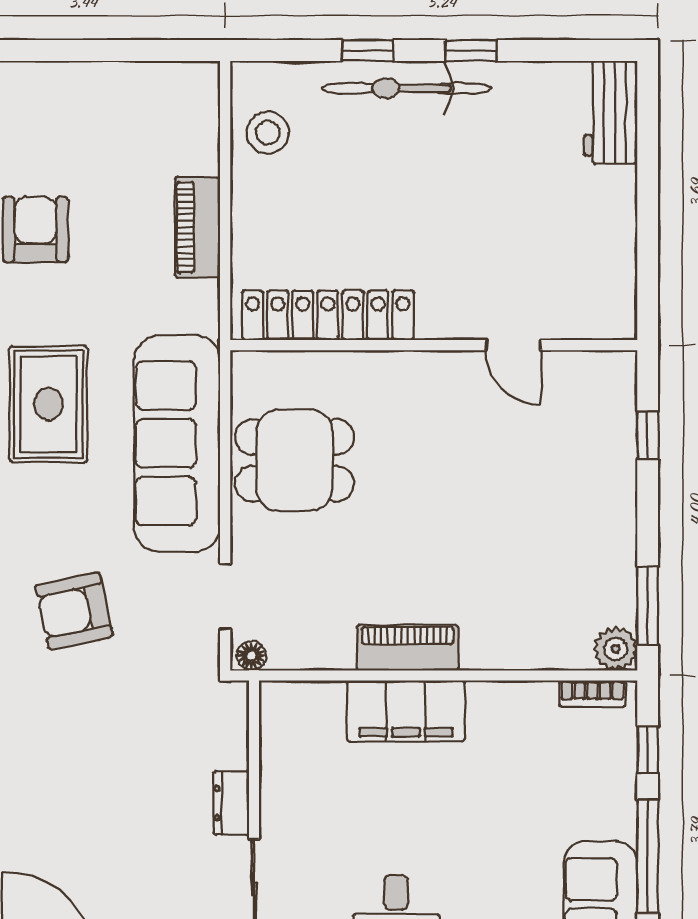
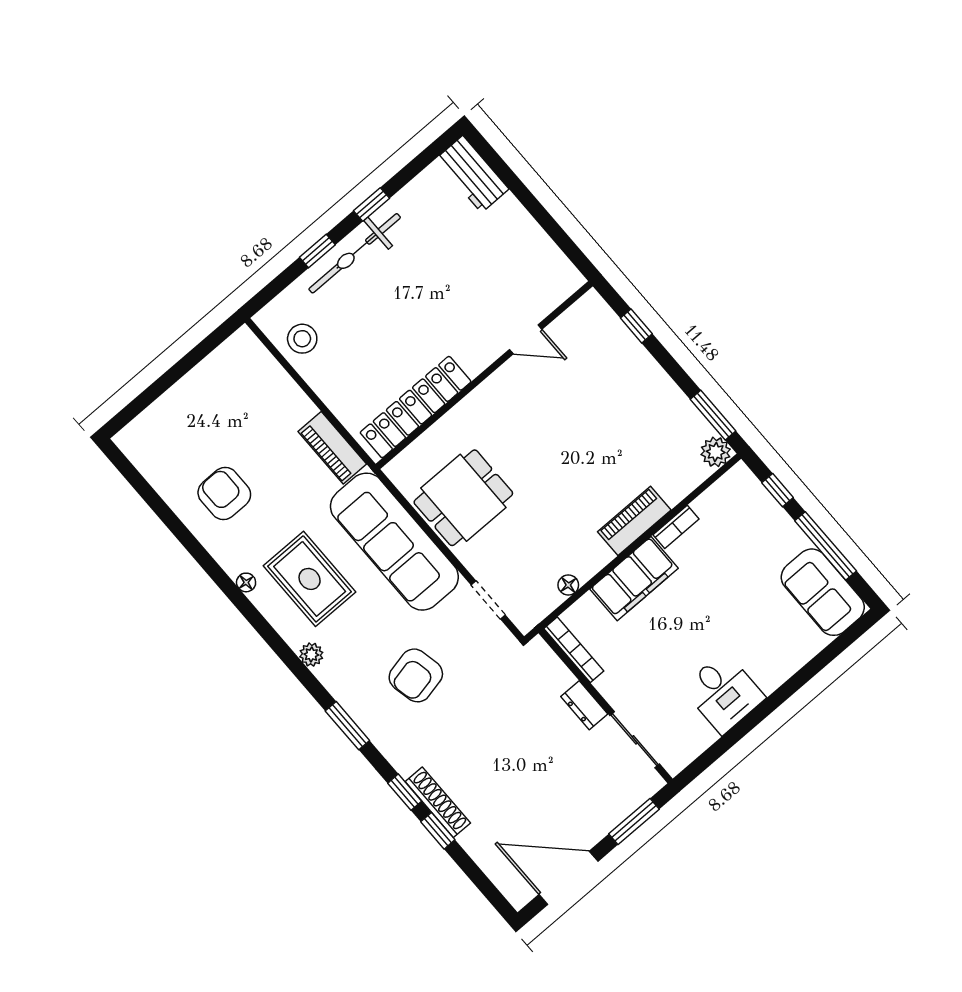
piano: (198, 227) -> (332, 448), moved
piano: (407, 648) -> (634, 521), moved
floor lamp: (251, 656) -> (568, 585), moved
bookcase: (592, 694) -> (676, 527), moved
bookcase: (272, 732) -> (574, 650), added

